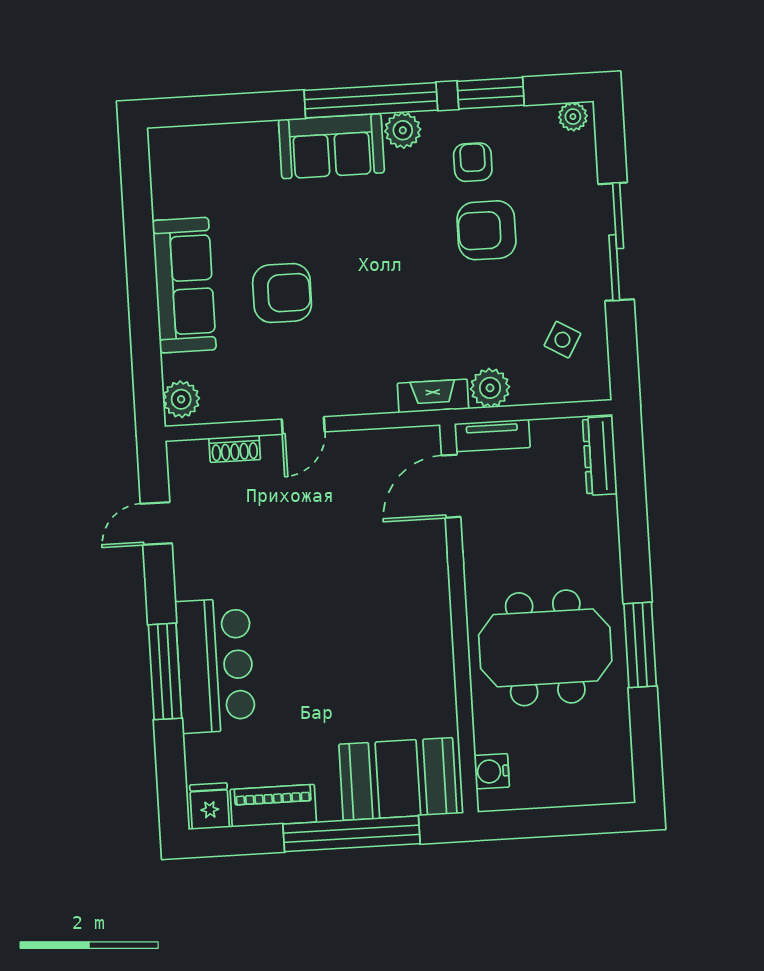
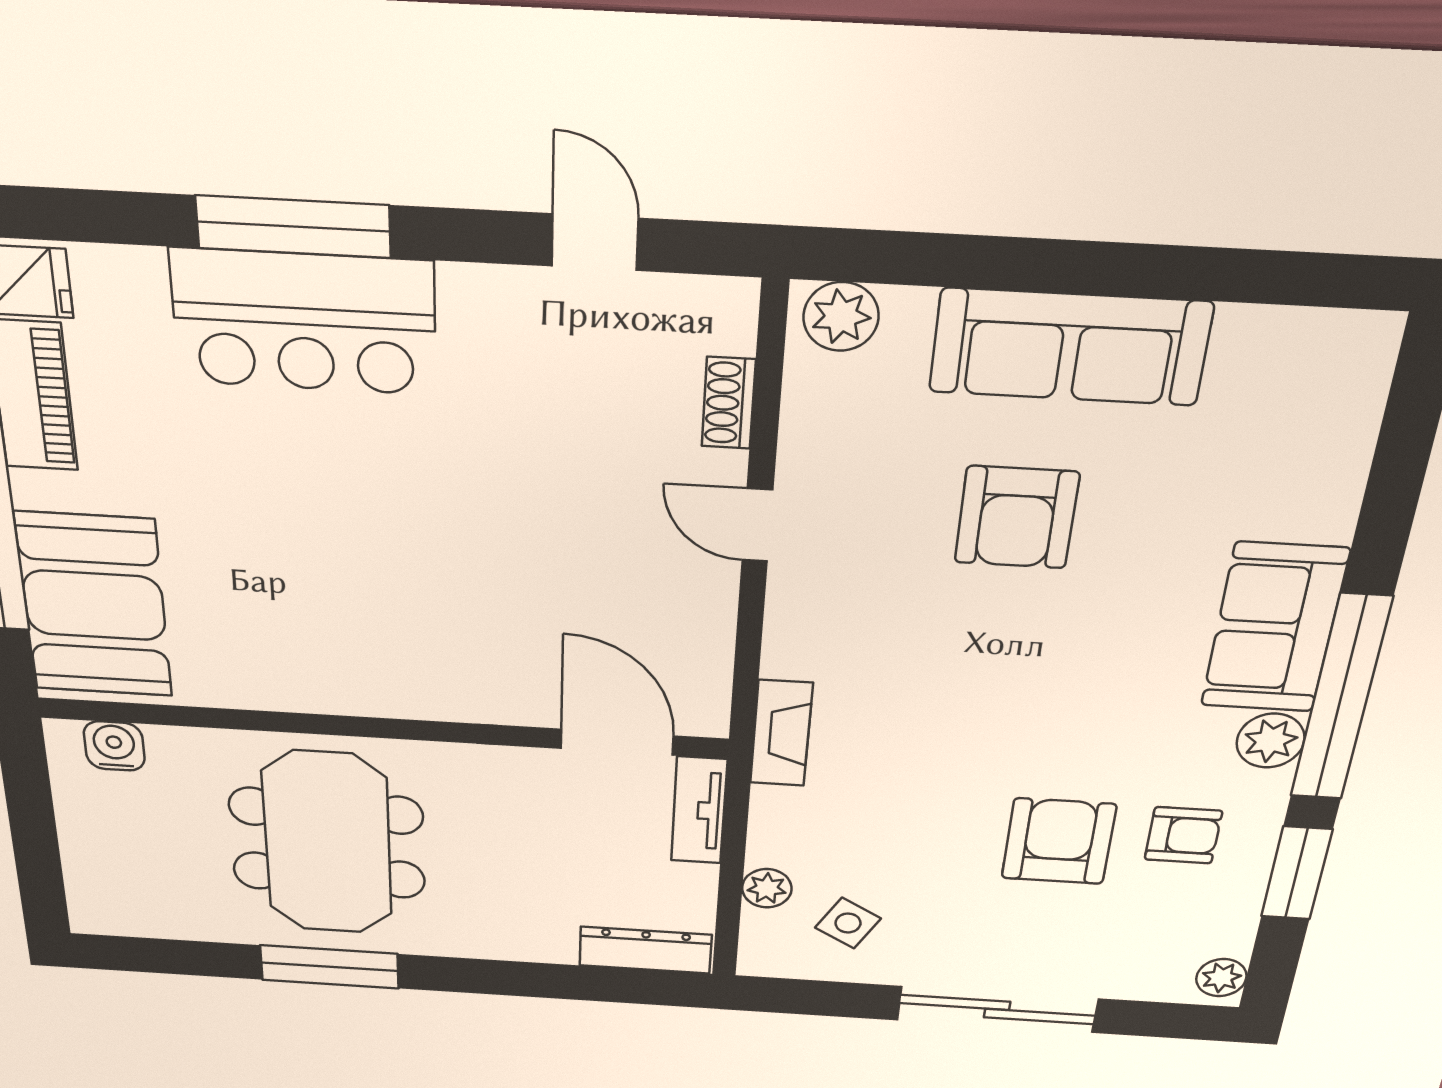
plant: (490, 388) -> (767, 888), moved, width x0.73, depth x0.73

